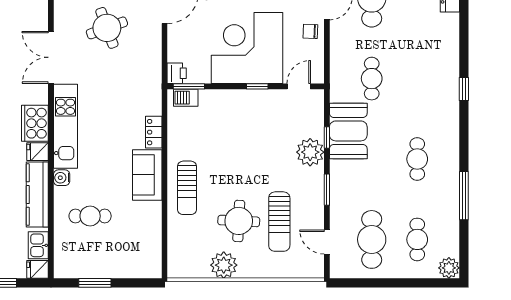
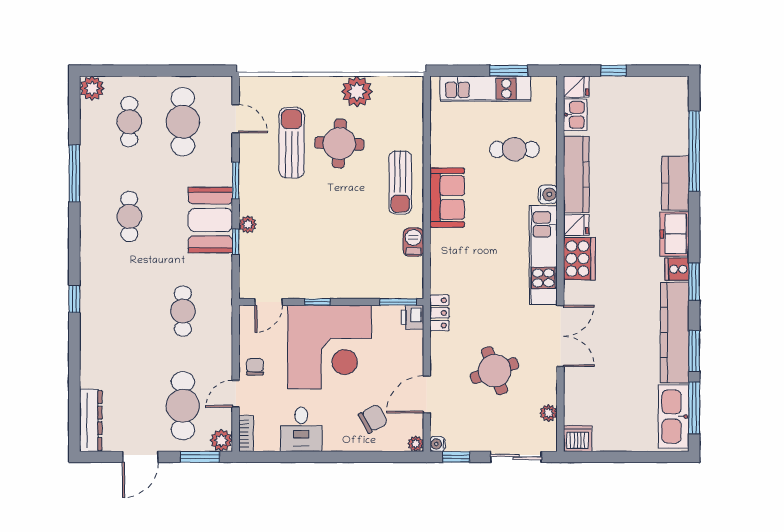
chair: (310, 31) -> (255, 367), turned -92
barbecue: (186, 98) -> (413, 242), moved, turned -90
booth: (348, 131) -> (210, 220), moved
locker: (154, 132) -> (439, 313), moved
plant: (310, 152) -> (248, 224), width x0.53, depth x0.53
sun lounger: (187, 188) -> (400, 182), turned 180
kitchen unit: (115, 268) -> (485, 89), added

